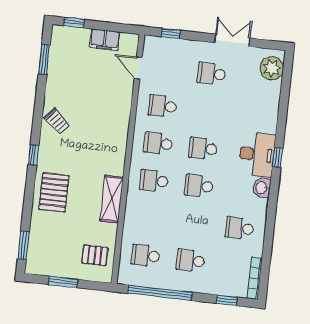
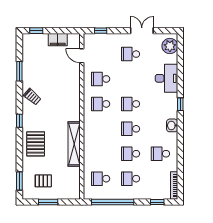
window: (44, 60) -> (19, 71), moved
desk: (257, 155) -> (166, 78), moved
school desk: (154, 181) -> (131, 154), moved
shelving: (112, 199) -> (74, 144), width x1.47
pallet: (95, 255) -> (43, 181), moved

